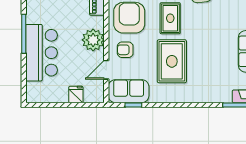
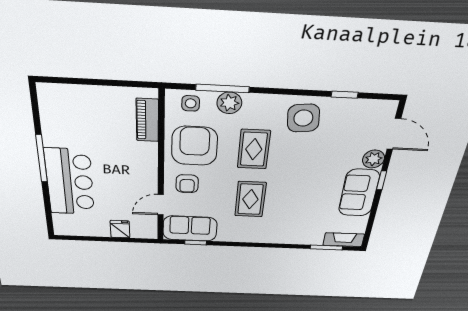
plant: (93, 40) -> (142, 170), removed
armchair: (125, 50) -> (187, 184), turned -90
rug: (172, 61) -> (250, 199), width x0.73, depth x0.70

